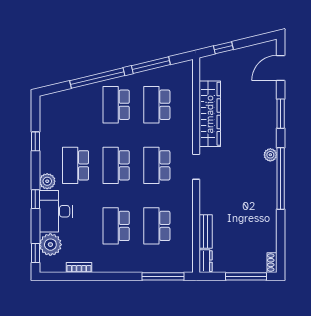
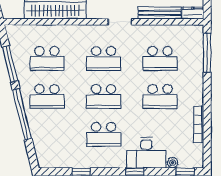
doorway: (196, 167) -> (120, 22), moved
plant: (47, 181) -> (118, 161), removed
bench: (206, 232) -> (160, 13), width x1.36
plant: (50, 245) -> (173, 163), width x0.53, depth x0.53
bookcase: (79, 267) -> (199, 124), width x1.56

